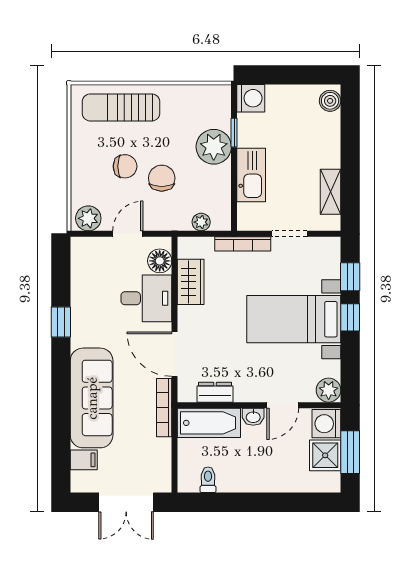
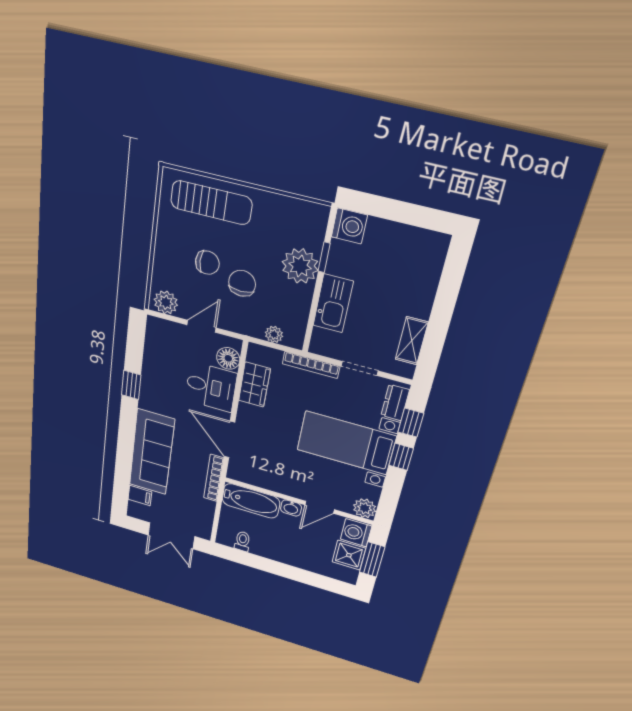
boiler: (330, 101) -> (436, 250), removed
sun lounger: (121, 107) -> (211, 203), turned 180
dresser: (215, 392) -> (395, 403), moved, turned -90

